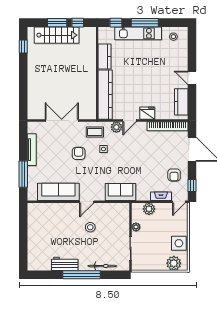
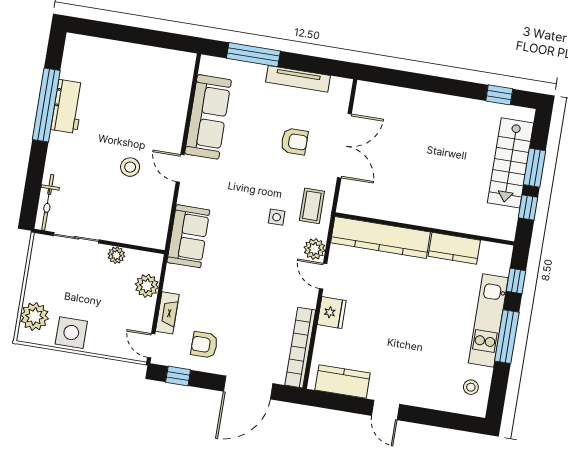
door: (192, 78) -> (386, 410), swing flipped
armchair: (79, 153) -> (294, 141), moved
bicycle: (102, 266) -> (48, 202), moved
window: (81, 275) -> (46, 105), moved

